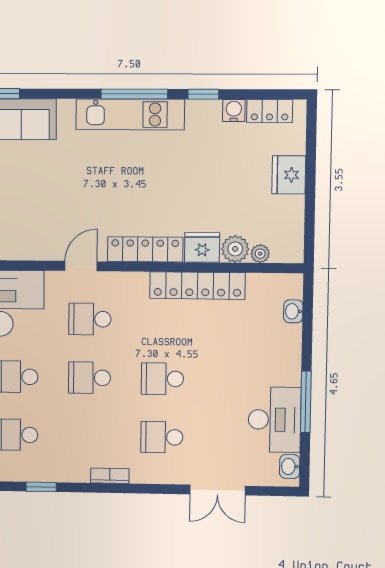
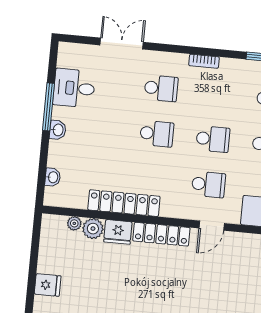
fridge: (289, 175) -> (48, 285), width x0.72
desk: (274, 420) -> (74, 88), width x0.73
washbasin: (290, 466) -> (58, 130), moved

